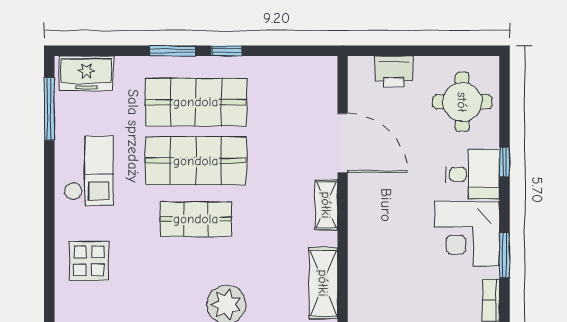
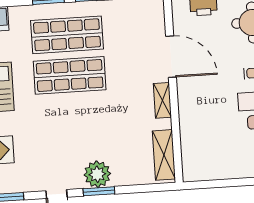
shop shelf: (196, 219) -> (72, 116), removed

